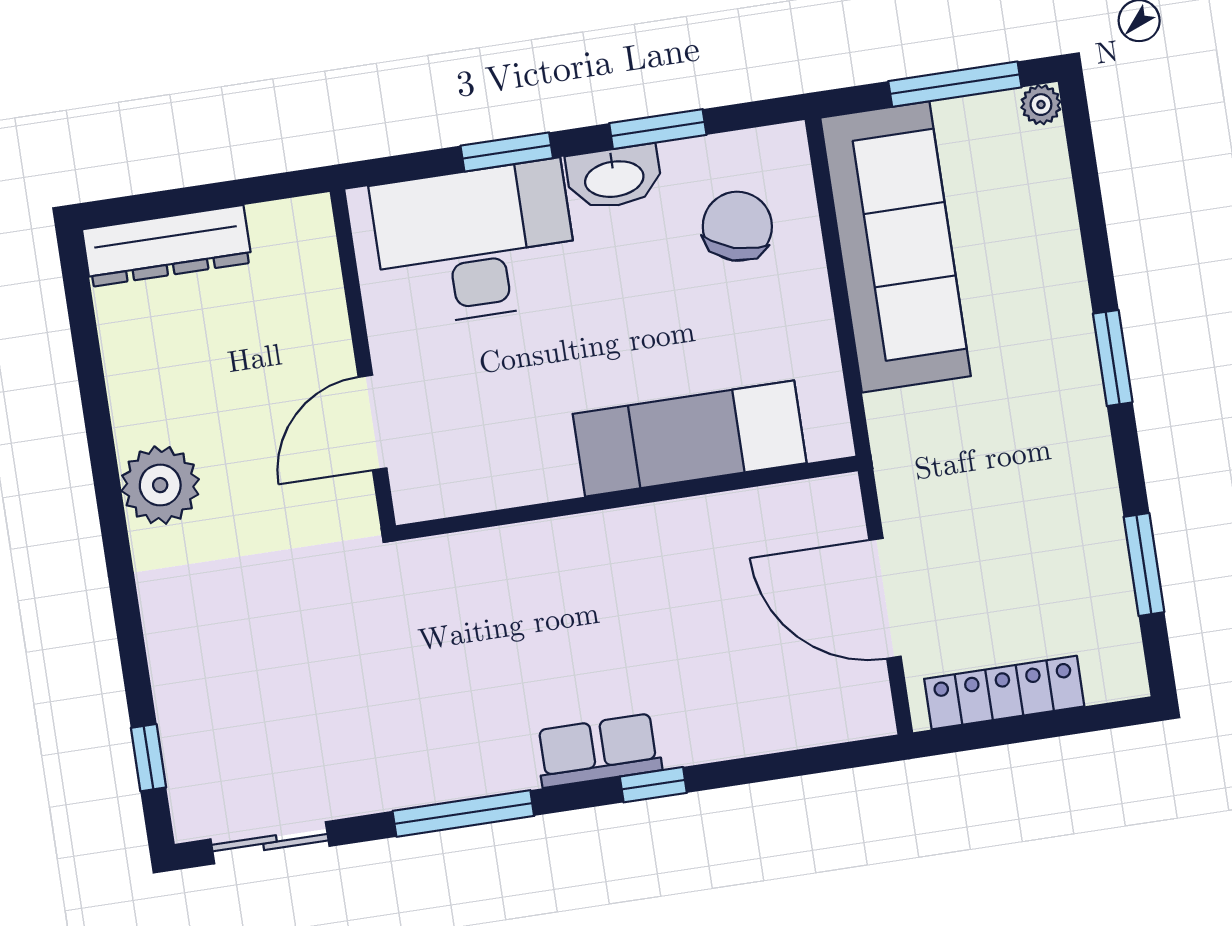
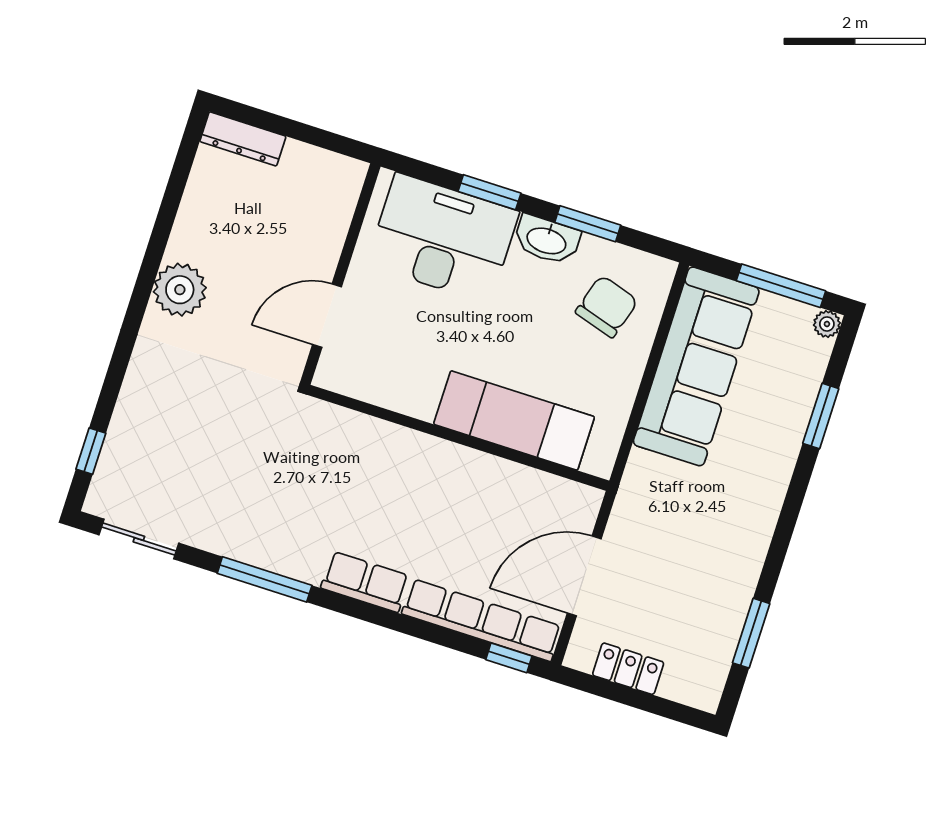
dresser: (167, 246) -> (243, 139), width x0.73, depth x0.80
window: (1113, 358) -> (821, 416), moved
door: (885, 598) -> (584, 576), hinge flipped
locker: (1004, 693) -> (628, 669), width x0.66
row of seats: (778, 725) -> (482, 620), added
window: (653, 785) -> (509, 658), moved

